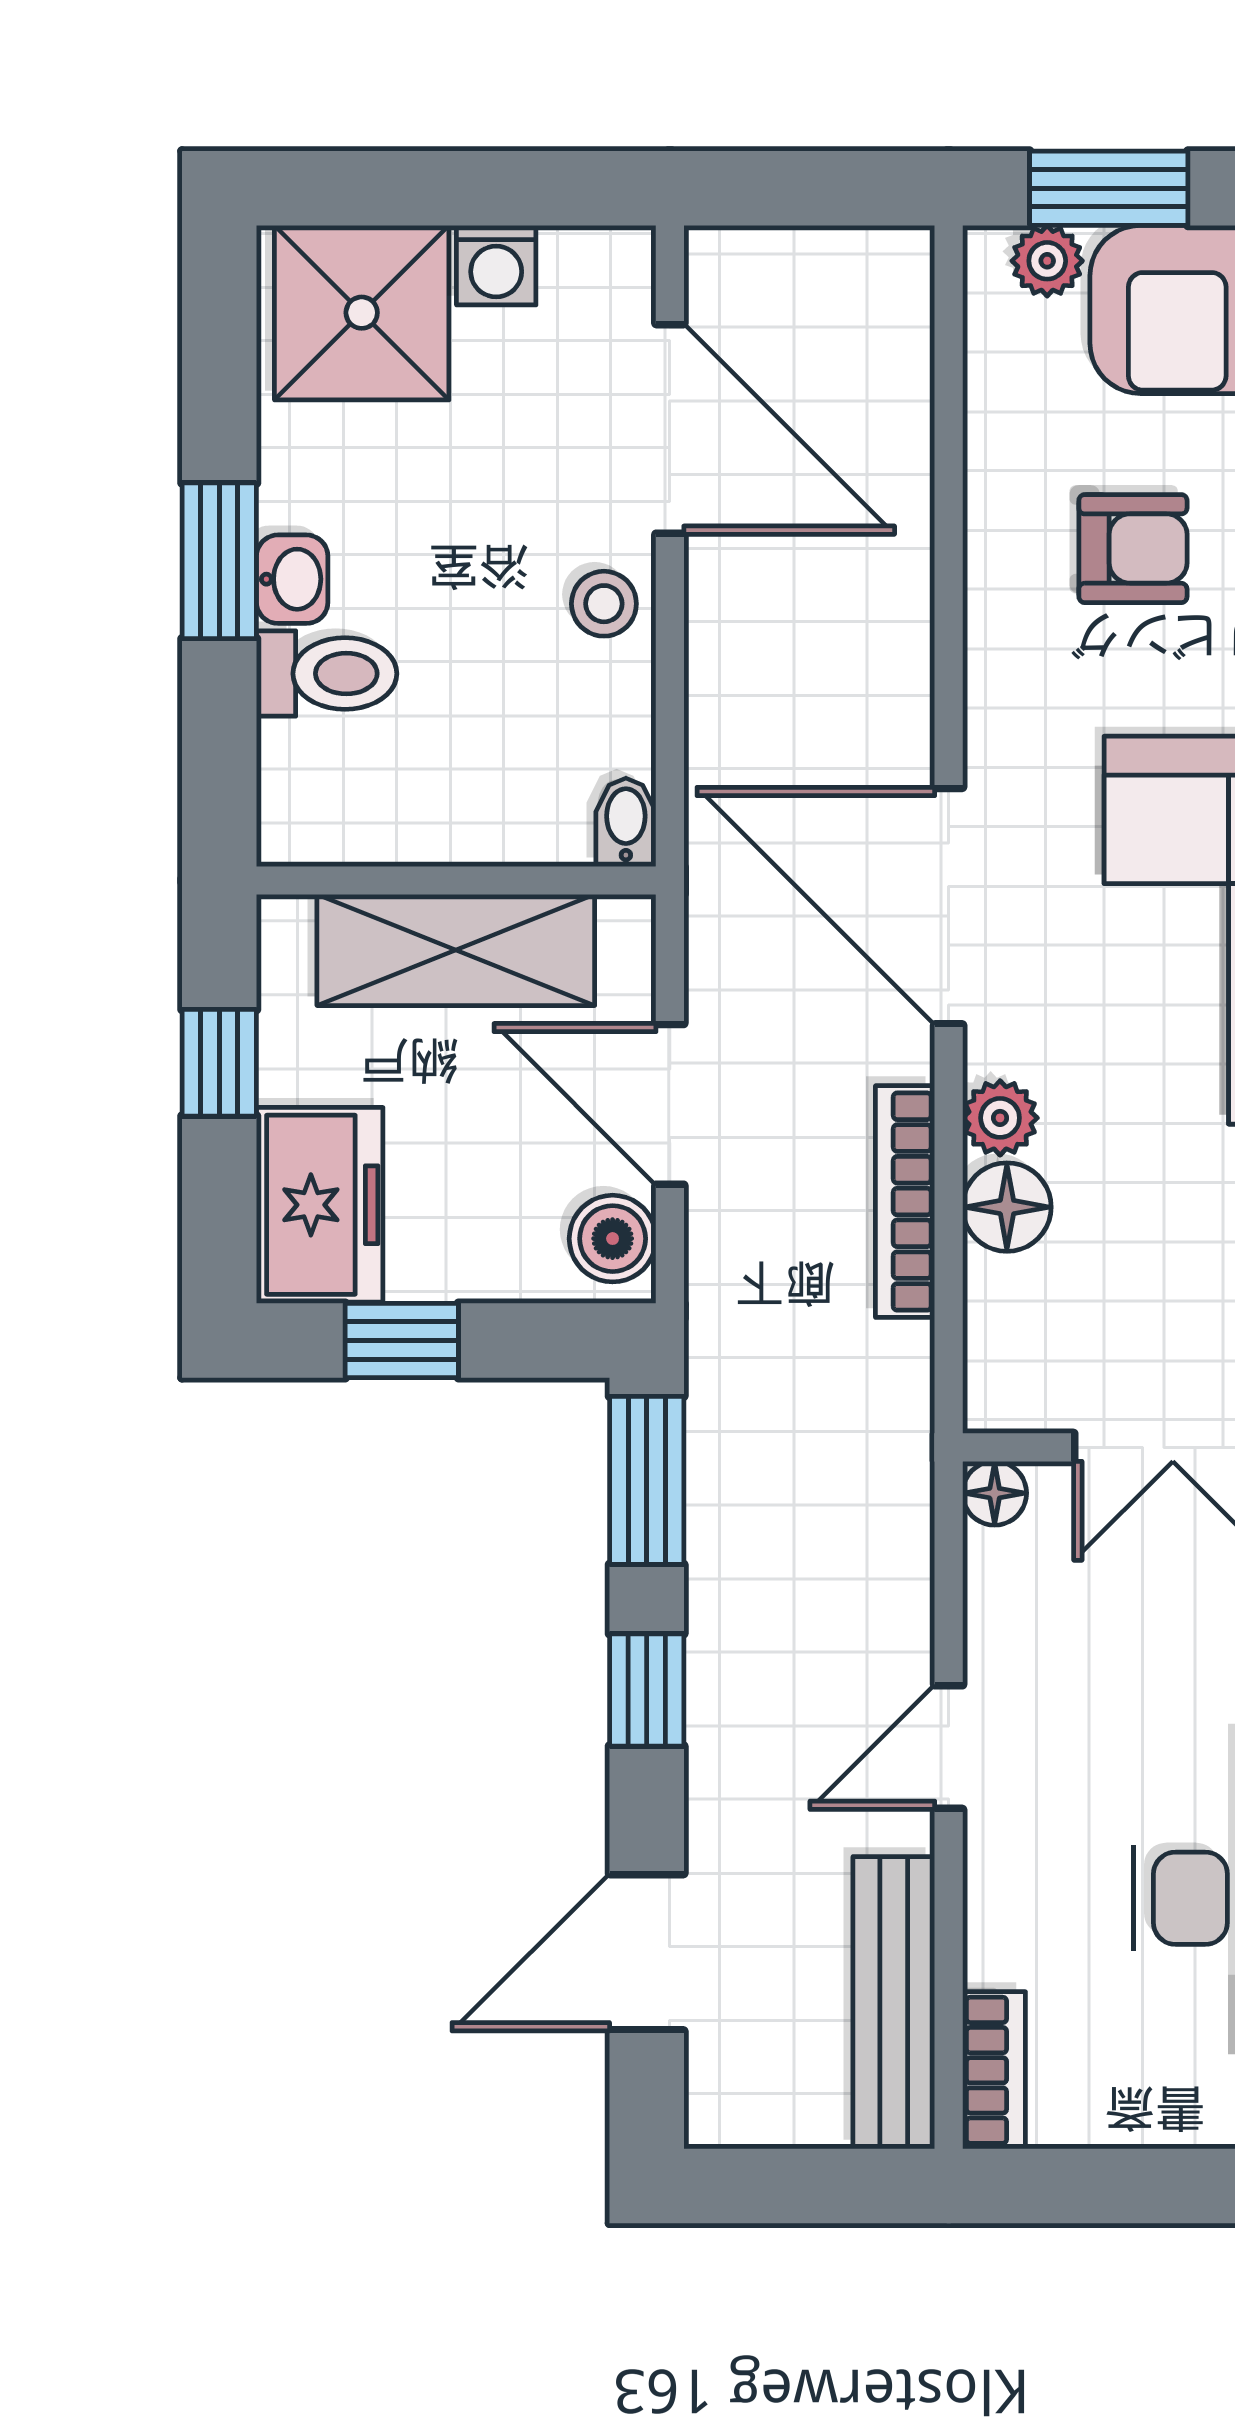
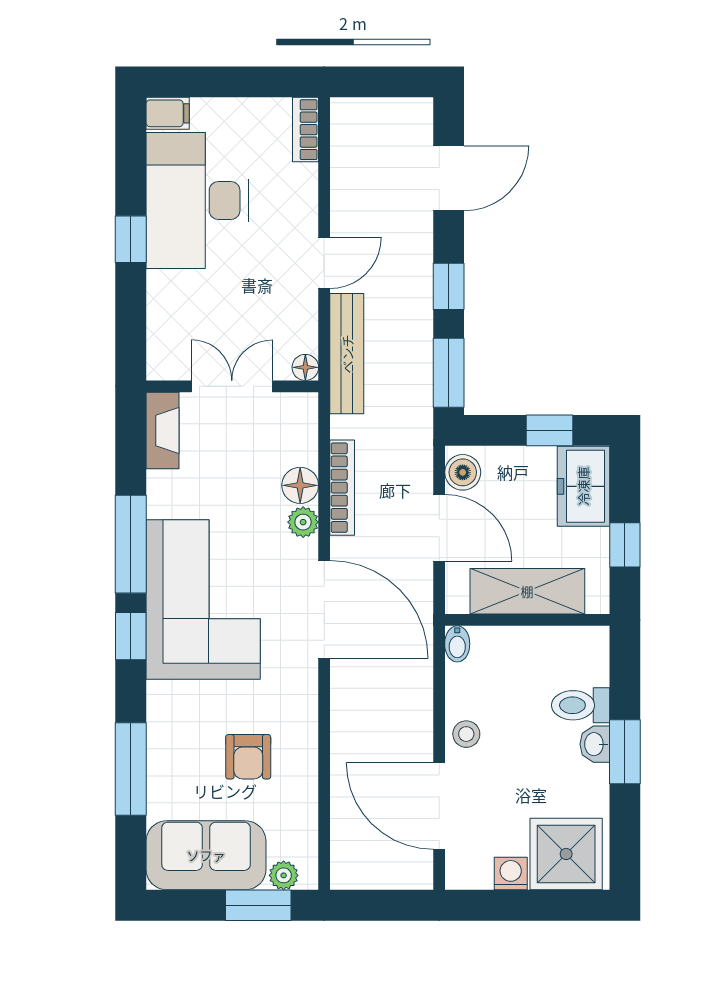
armchair: (1133, 549) -> (248, 757), turned -90
bench: (894, 2003) -> (347, 354), moved

